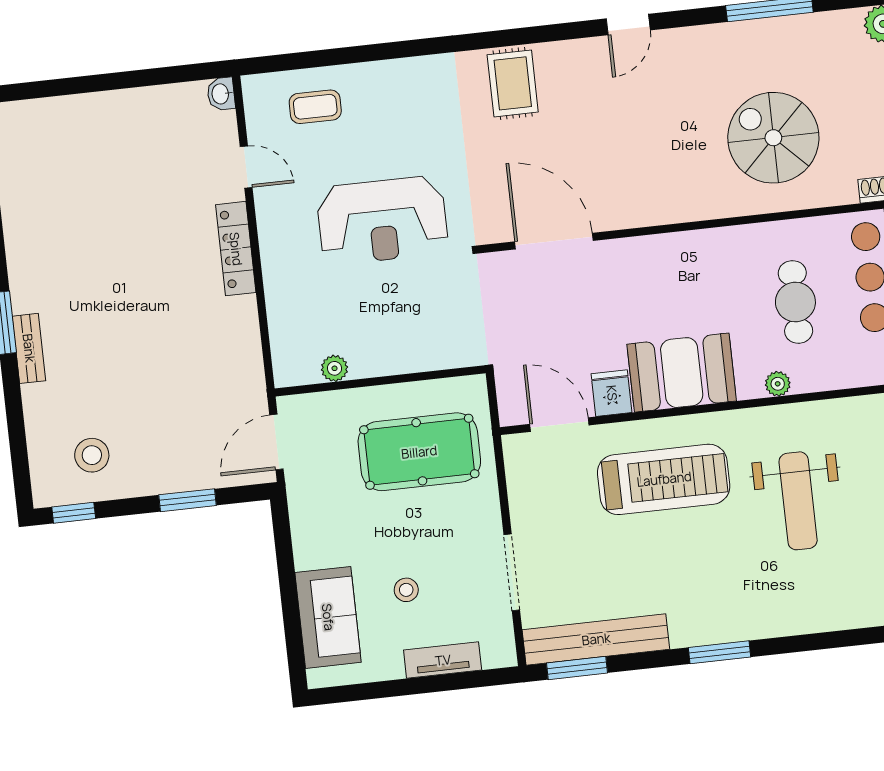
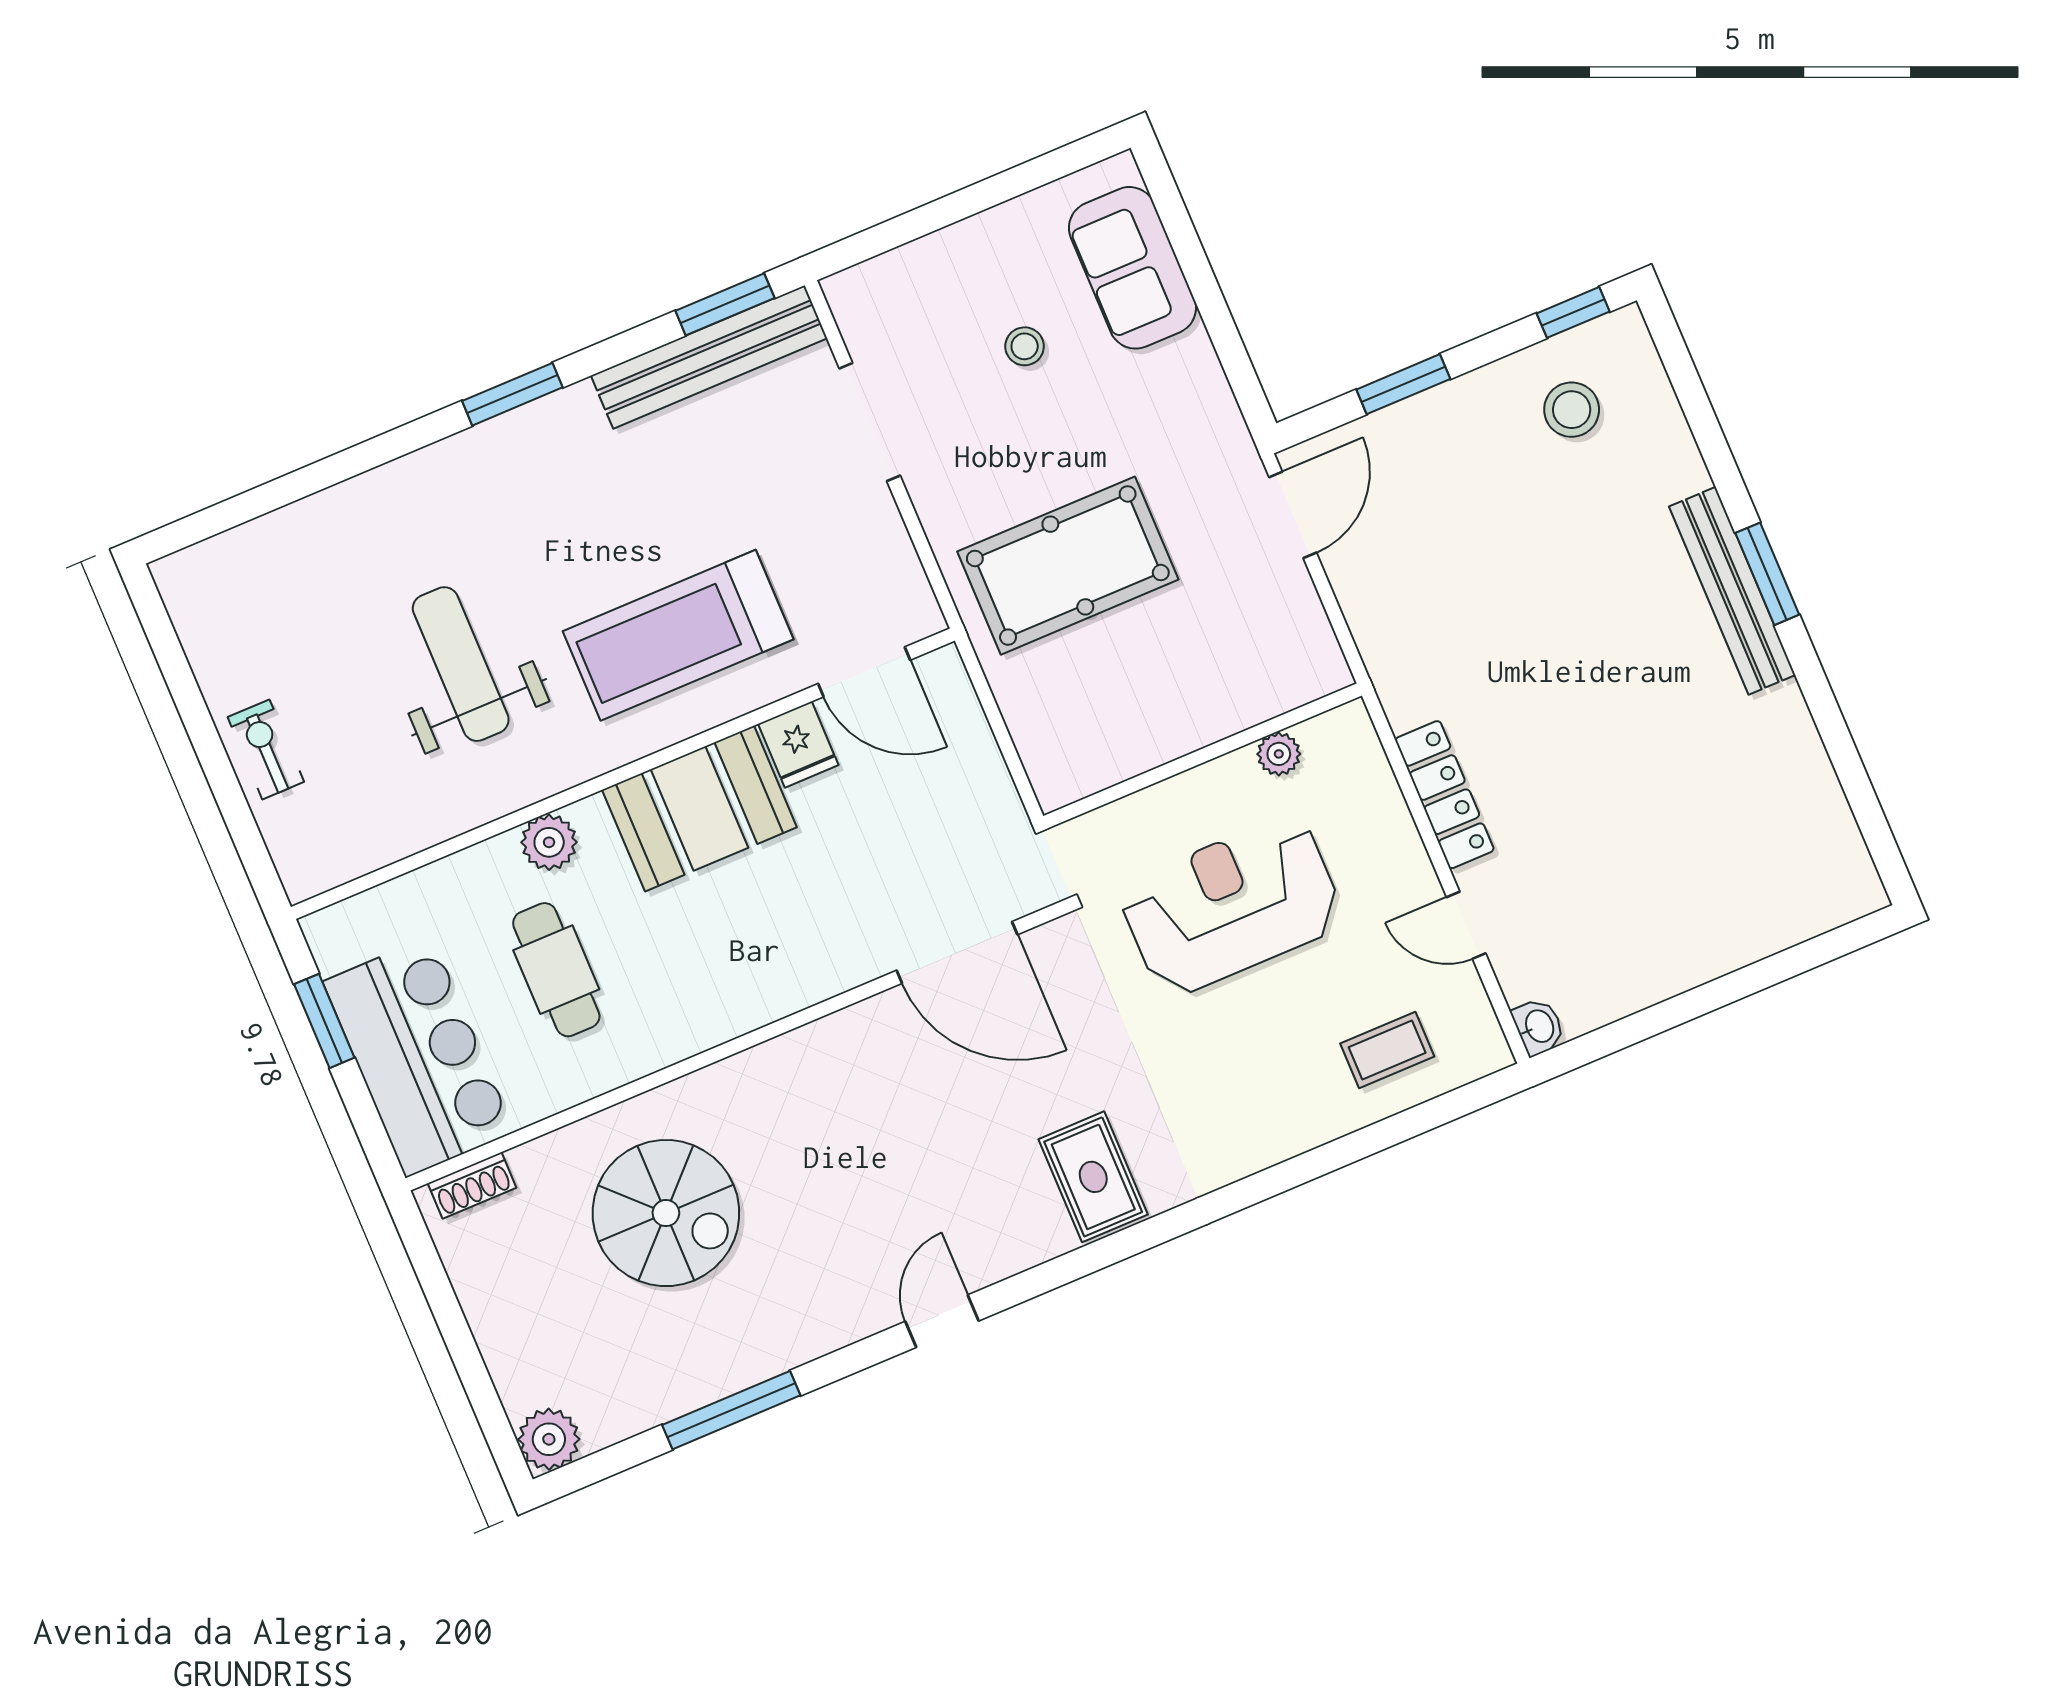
bench: (29, 348) -> (1732, 591), width x1.86, depth x1.21
plant: (334, 368) -> (1279, 754), moved
wall: (380, 381) -> (1203, 756), moved
plant: (778, 384) -> (549, 842), width x1.38, depth x1.38
tv unit: (443, 660) -> (936, 255), removed

